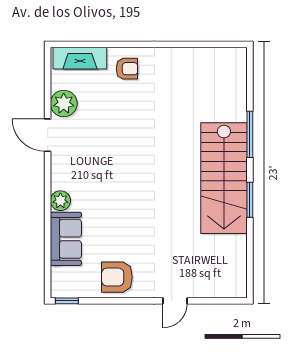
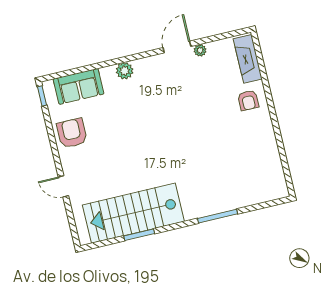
plant: (64, 104) -> (200, 50), width x0.53, depth x0.53
stairs: (224, 178) -> (133, 213), moved
window: (250, 200) -> (139, 235), moved
sofa: (66, 239) -> (79, 86), moved

